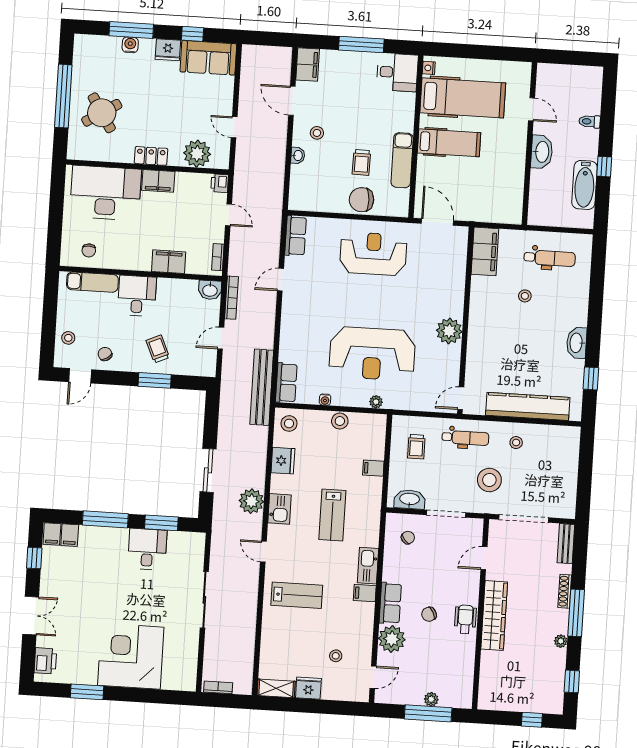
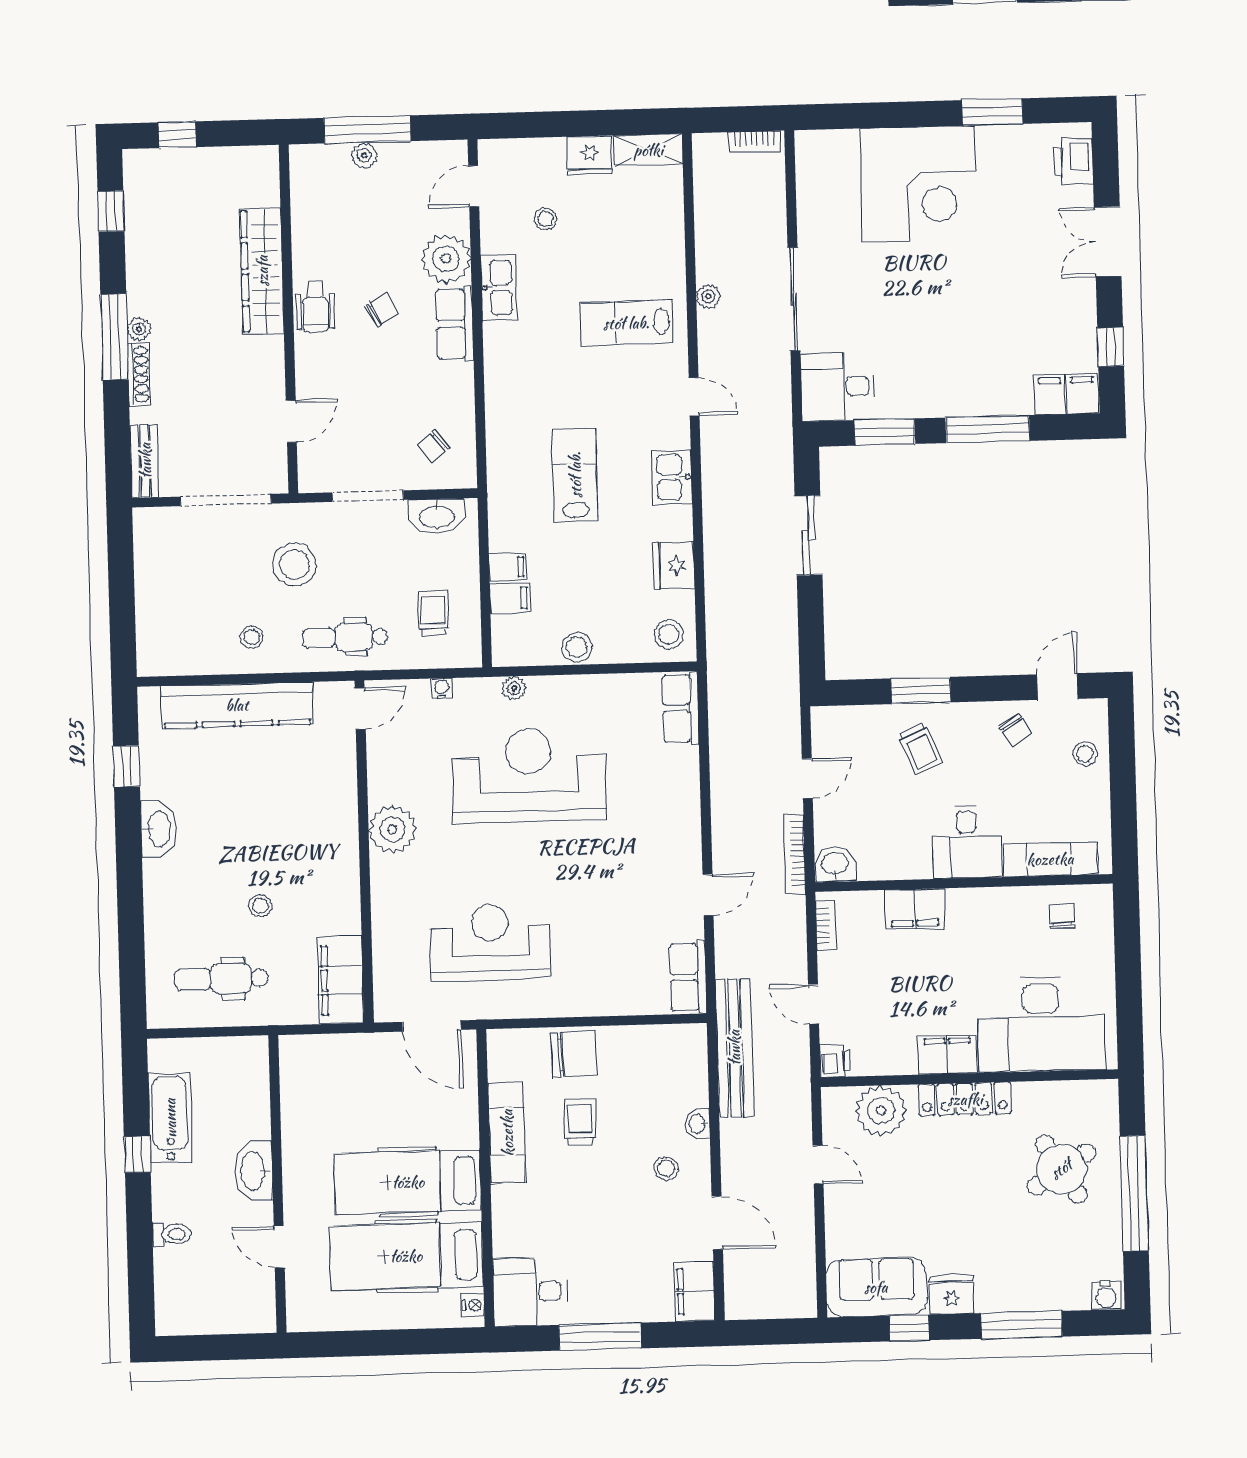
water cooler: (130, 45) -> (1106, 1295), moved
hospital bed: (449, 143) -> (408, 1182), width x1.37, depth x1.29
locker: (151, 156) -> (965, 1099), width x1.53
reception desk: (373, 254) -> (490, 942), moved, turned 180
bench: (262, 387) -> (734, 1048), moved
water cooler: (325, 400) -> (442, 688), moved
plant: (251, 501) -> (708, 297), moved, width x0.53, depth x0.53
desk: (147, 549) -> (838, 387), moved, turned 90
kitchen sink: (368, 566) -> (499, 288), moved
filing cabinet: (365, 593) -> (510, 598), moved
wardrobe: (494, 615) -> (262, 271), moved
plant: (561, 641) -> (139, 329), moved

